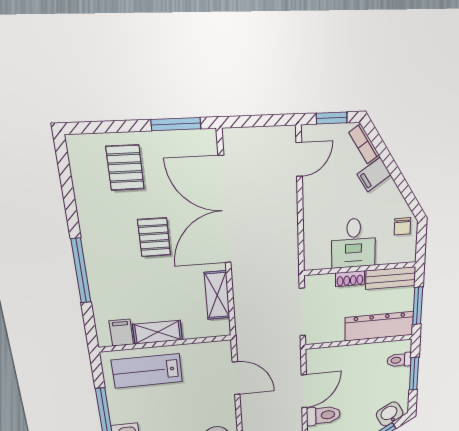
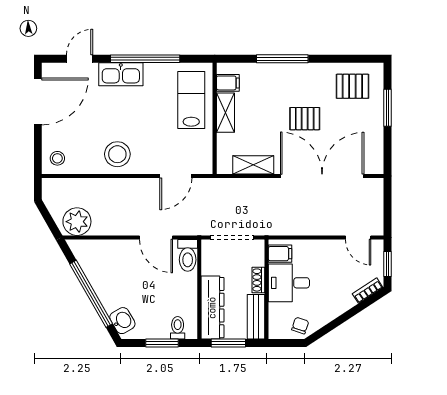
window: (176, 124) -> (388, 108), moved
pallet: (125, 168) -> (352, 86), moved
filing cabinet: (374, 175) -> (280, 254), moved, turned 123
chair: (402, 226) -> (300, 326), turned 108
toilet: (323, 415) -> (188, 255), moved

